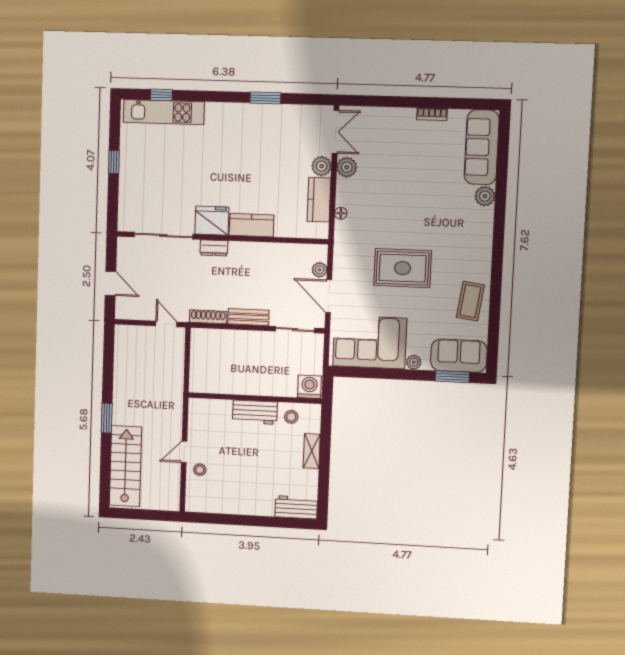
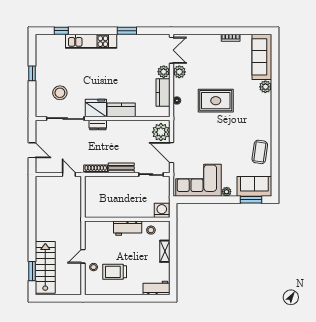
kitchen unit: (164, 112) -> (91, 41), moved
stool: (156, 194) -> (60, 93), added
rug: (403, 268) -> (216, 101), moved
plant: (320, 270) -> (161, 132), width x1.87, depth x1.87
window: (107, 418) -> (32, 271), moved
trolley: (232, 479) -> (115, 272), added

